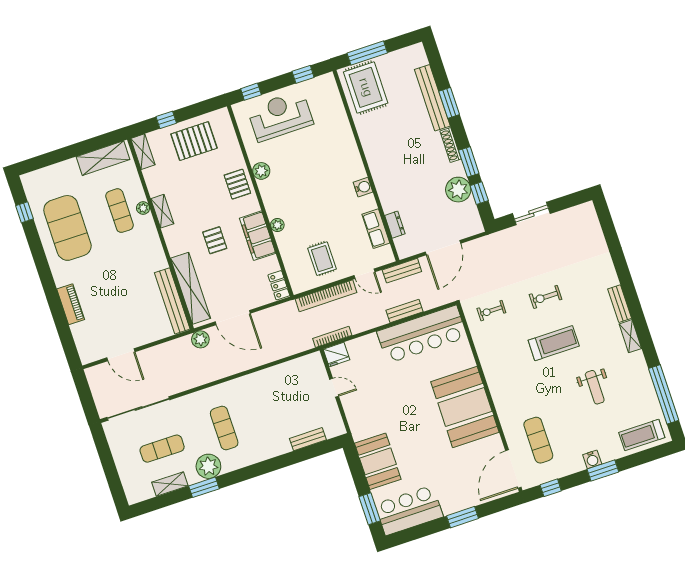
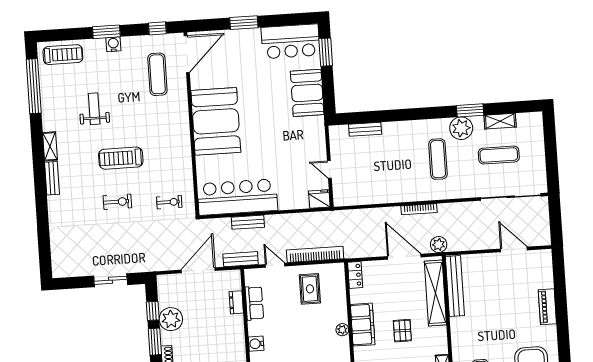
bookcase: (332, 337) -> (419, 209), moved

